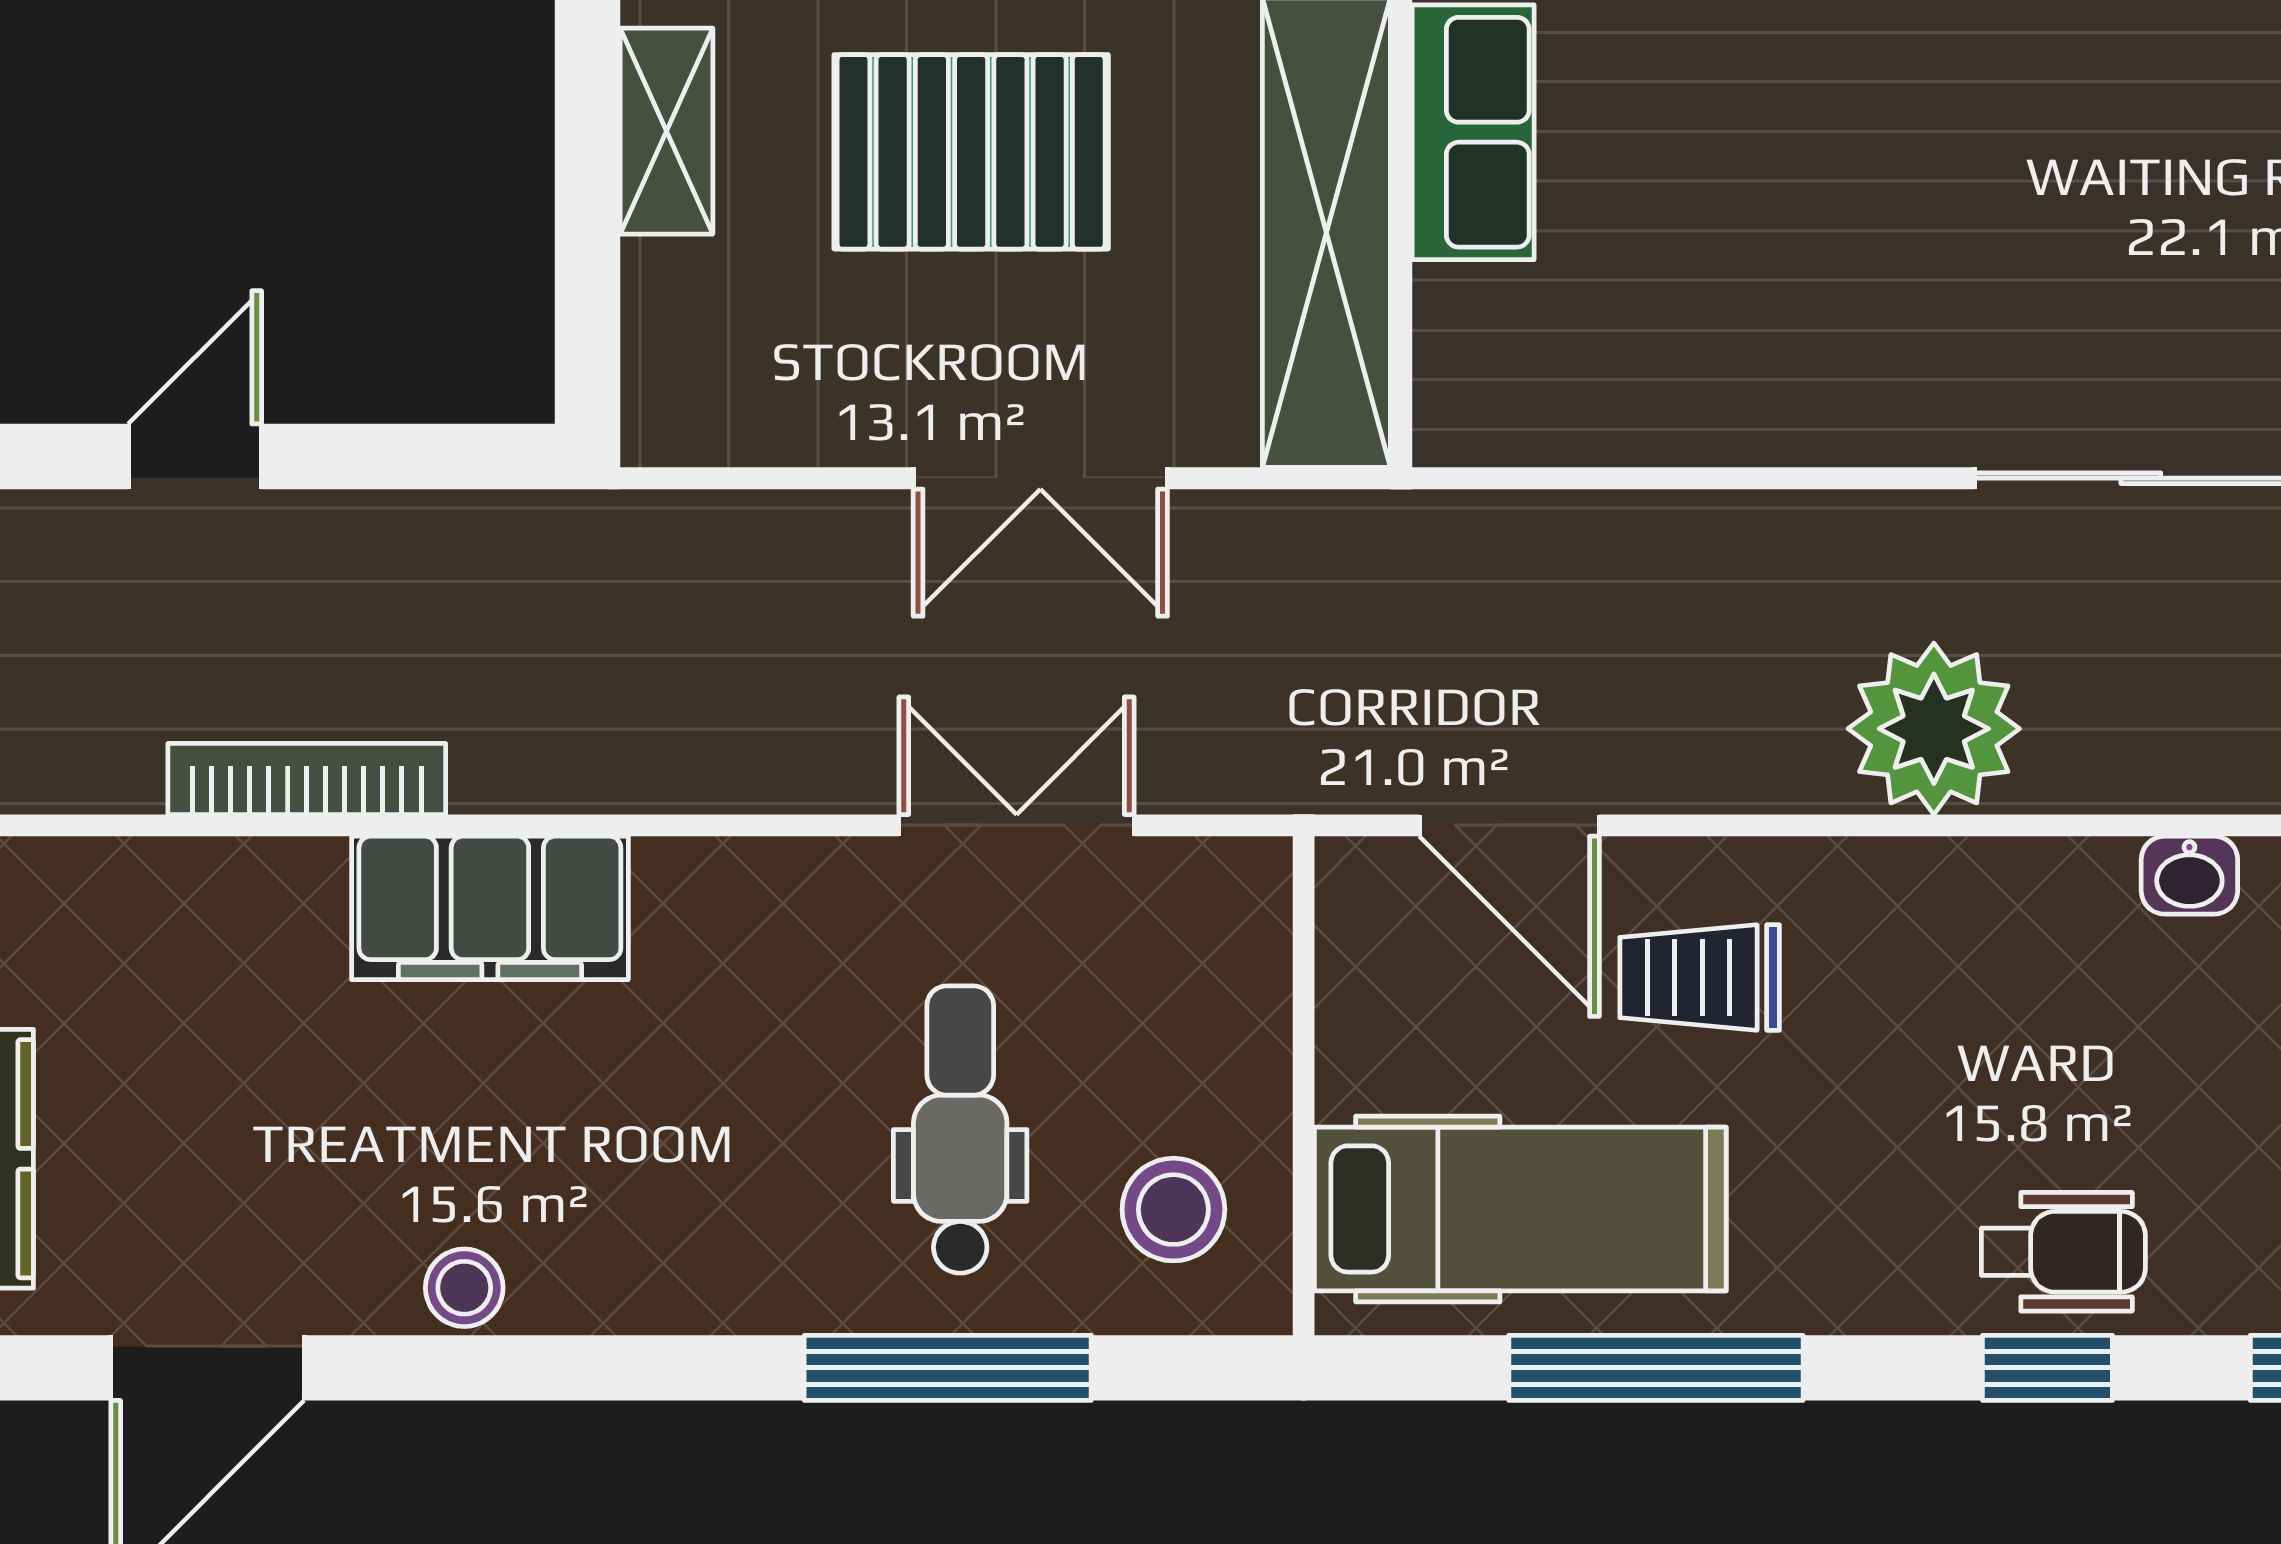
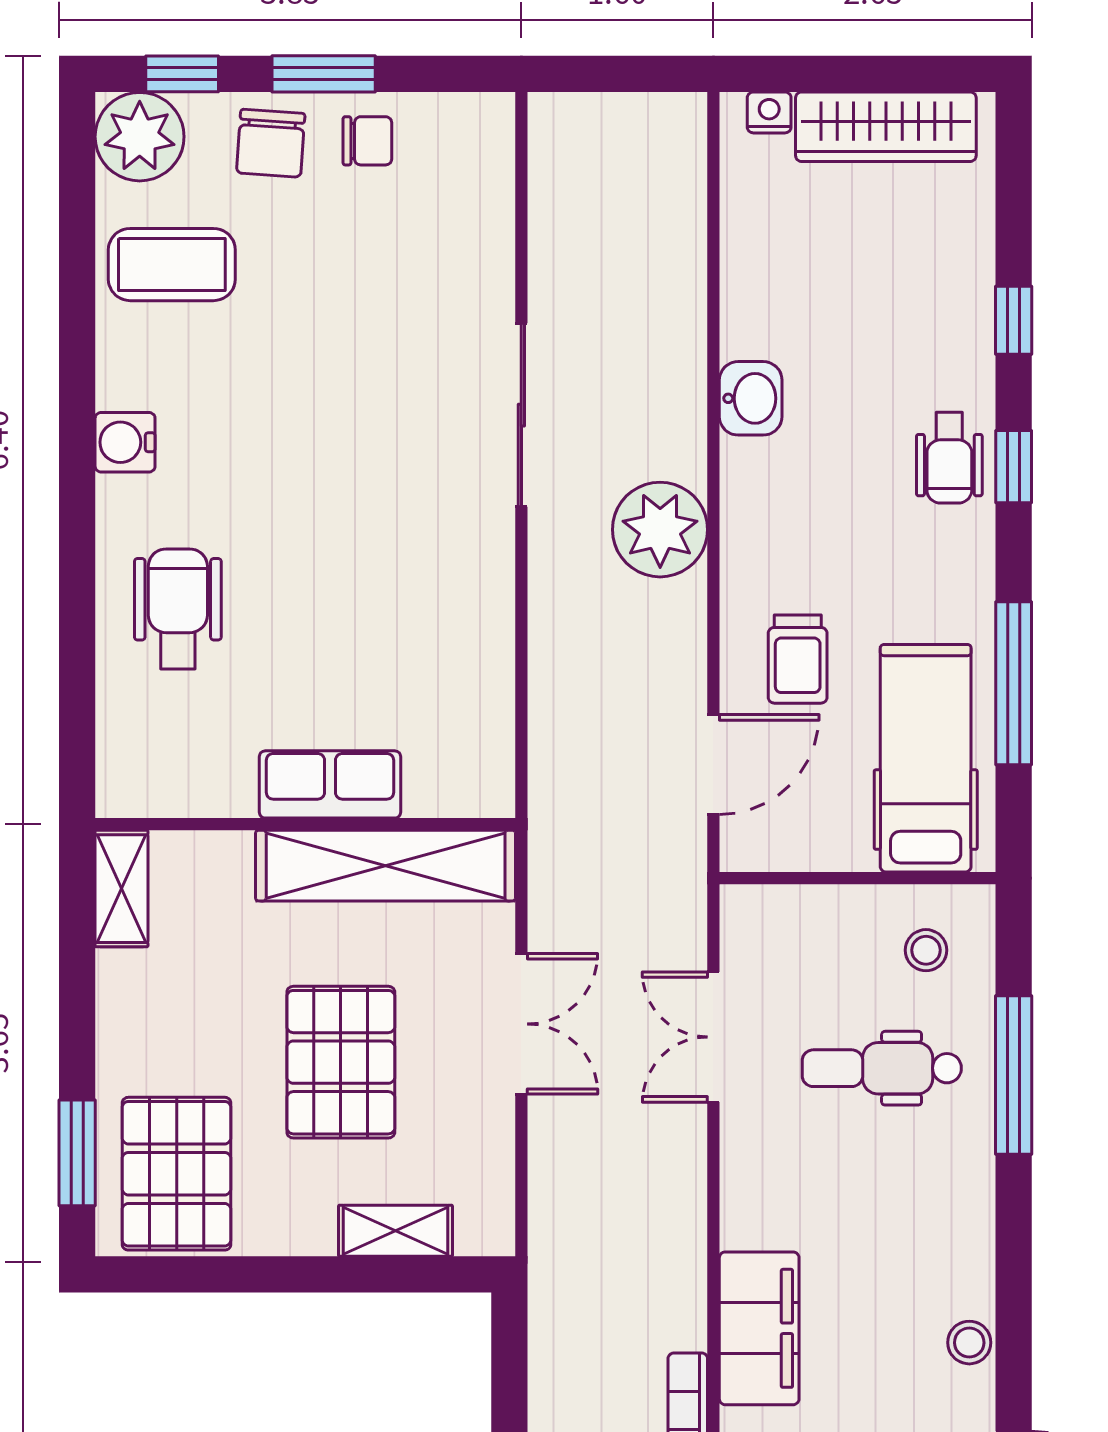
shelving: (666, 131) -> (395, 1231), moved
washbasin: (2189, 875) -> (751, 398), width x1.38, depth x1.45
stool: (1173, 1210) -> (926, 950), width x0.73, depth x0.73
wheelchair: (2063, 1252) -> (949, 458), turned 180

